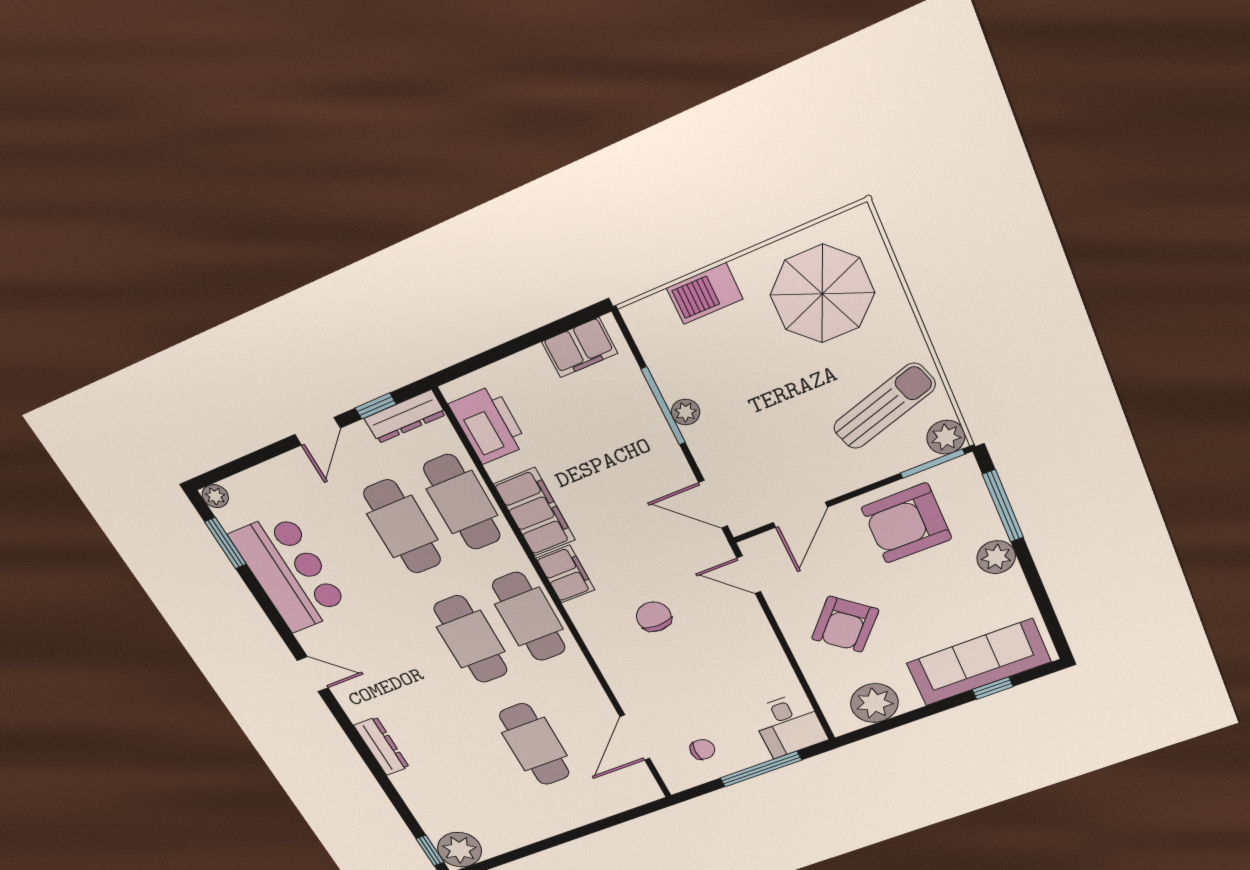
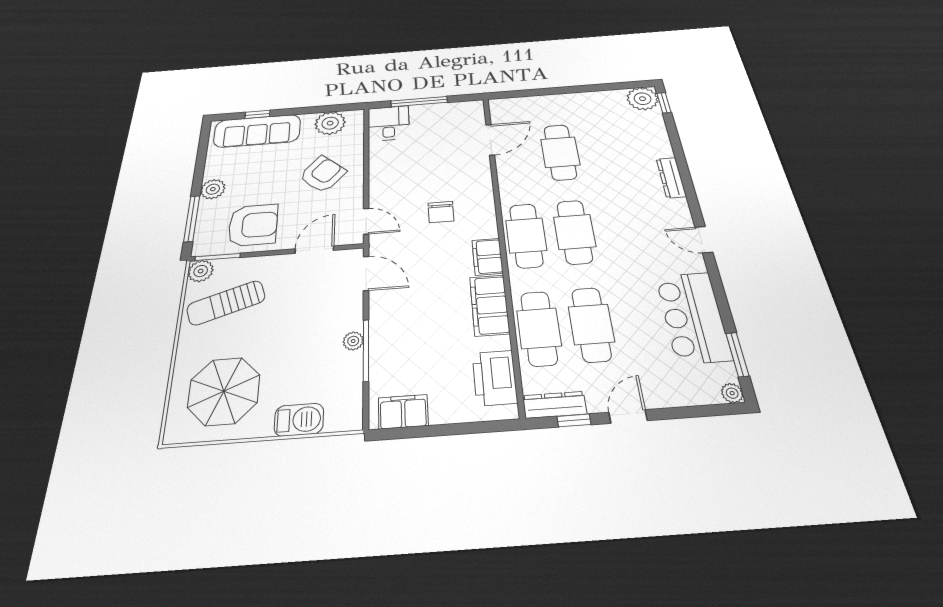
chair: (702, 749) -> (450, 122), removed

